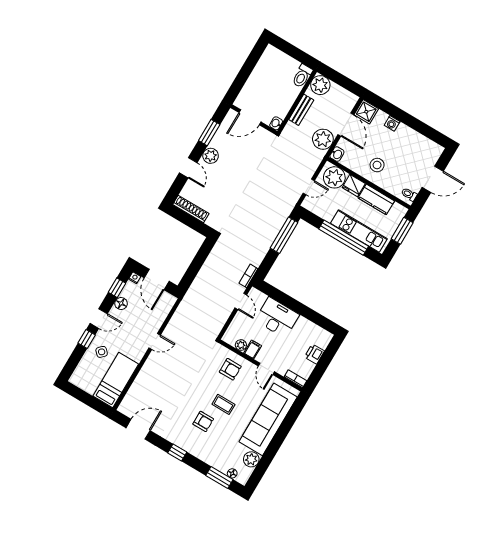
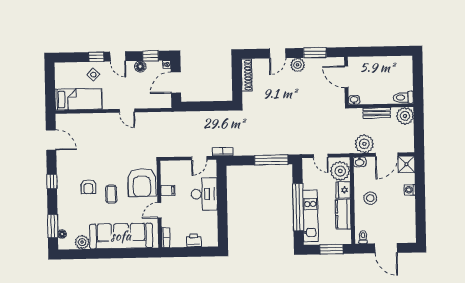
plant: (241, 345) -> (166, 179), removed
armchair: (230, 369) -> (142, 183), width x1.88, depth x1.88

